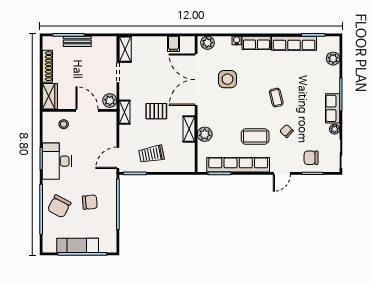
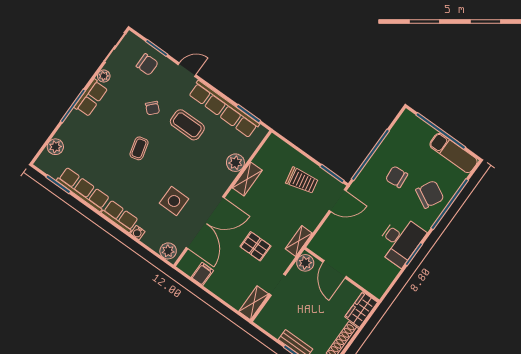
pallet: (156, 111) -> (255, 246), moved
stool: (64, 124) -> (367, 272), removed
exam couch: (78, 245) -> (454, 153), moved

